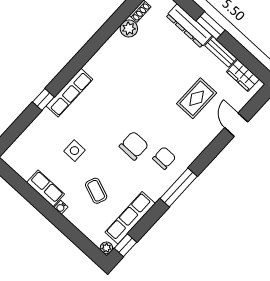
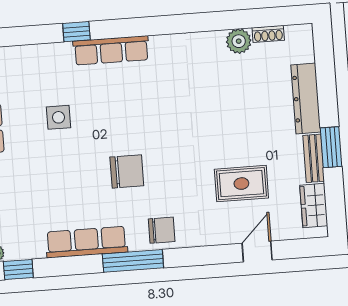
window: (210, 26) -> (331, 147), moved
chair: (164, 158) -> (162, 230), moved
coffee table: (96, 191) -> (41, 182), removed
row of seats: (130, 218) -> (87, 242), moved

